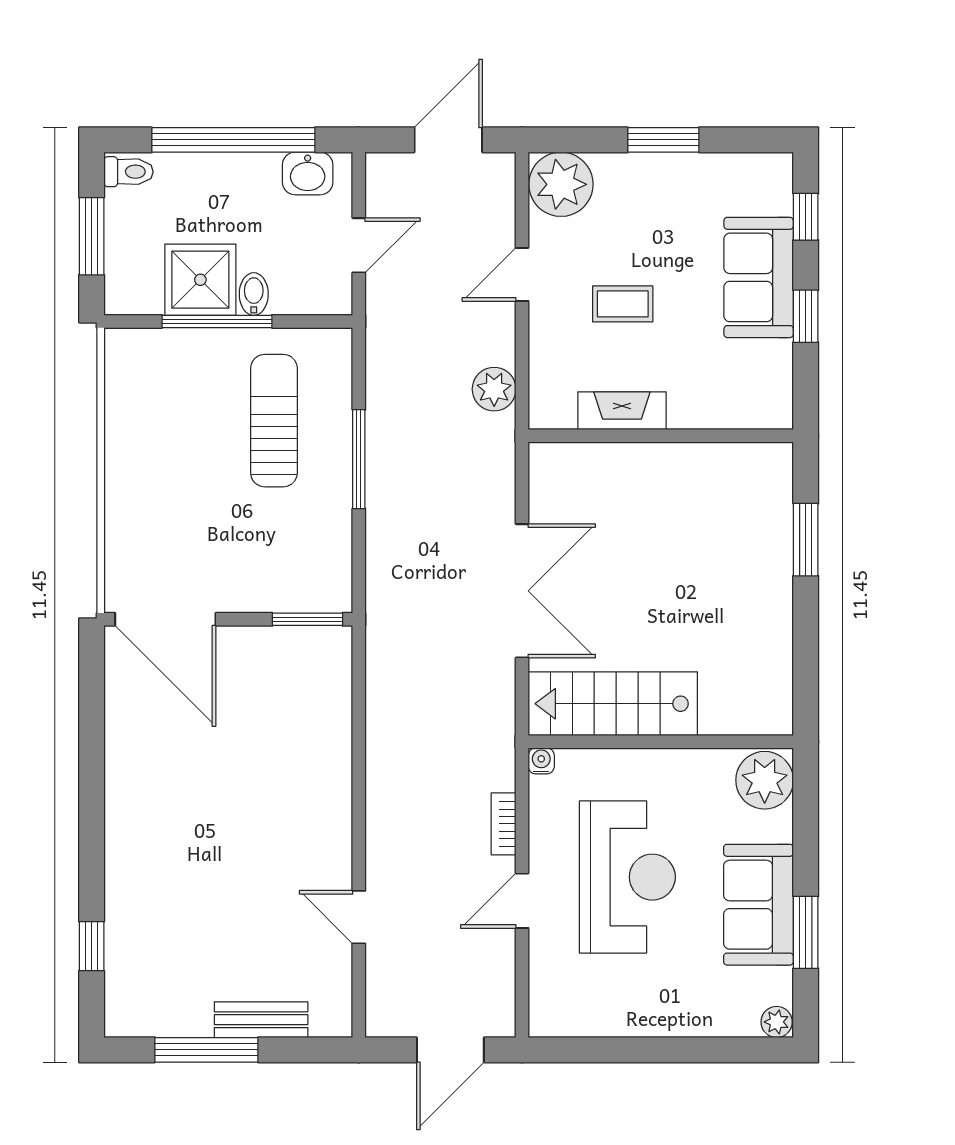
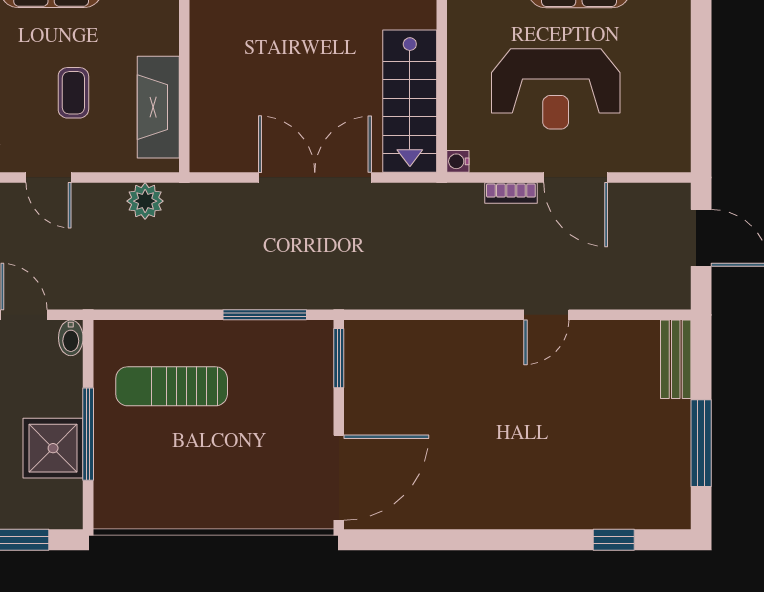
bidet: (254, 294) -> (71, 338), moved, turned -90
fireplace: (622, 411) -> (158, 107), width x1.37, depth x1.32
window: (359, 459) -> (265, 315), moved
reception desk: (627, 877) -> (556, 89), turned 180
door: (522, 901) -> (576, 177), width x1.38
door: (359, 917) -> (546, 315), moved
bench: (261, 1020) -> (676, 359), moved

